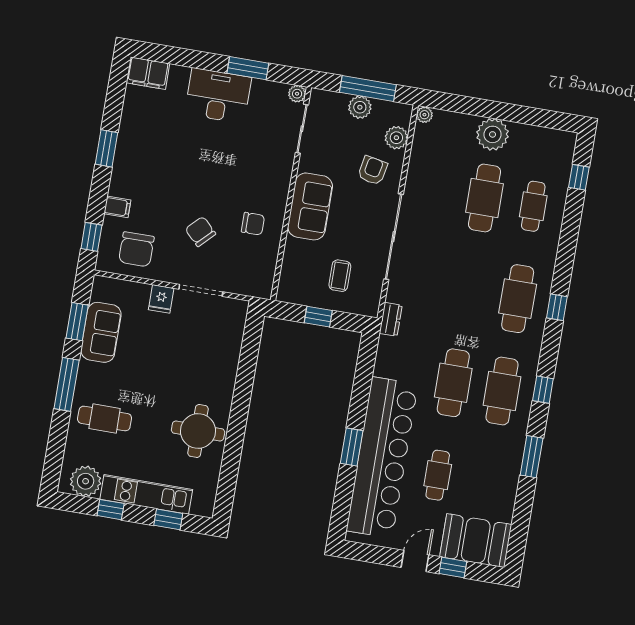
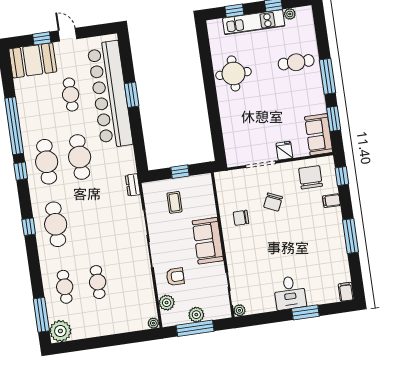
window: (248, 68) -> (305, 312), moved
filing cabinet: (148, 73) -> (346, 292), width x0.50
desk: (218, 96) -> (290, 293), width x0.73
plant: (493, 134) -> (60, 331), moved
window: (106, 148) -> (350, 236), width x1.44
armchair: (373, 171) -> (175, 277), turned -101
window: (579, 177) -> (41, 315), width x2.17
cafe table: (485, 198) -> (98, 282), width x0.73, depth x0.74
chair: (200, 231) -> (273, 202), turned 69
sofa: (101, 332) -> (319, 135), moved
window: (532, 457) -> (14, 126), width x2.11
plant: (86, 481) -> (290, 14), width x0.53, depth x0.53
door: (415, 561) -> (67, 35), swing flipped

